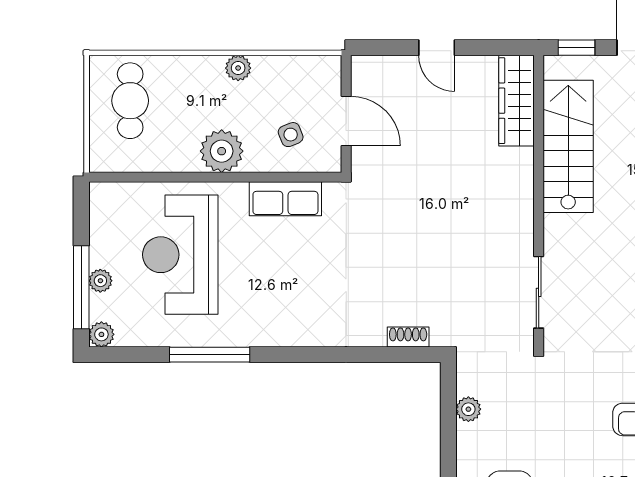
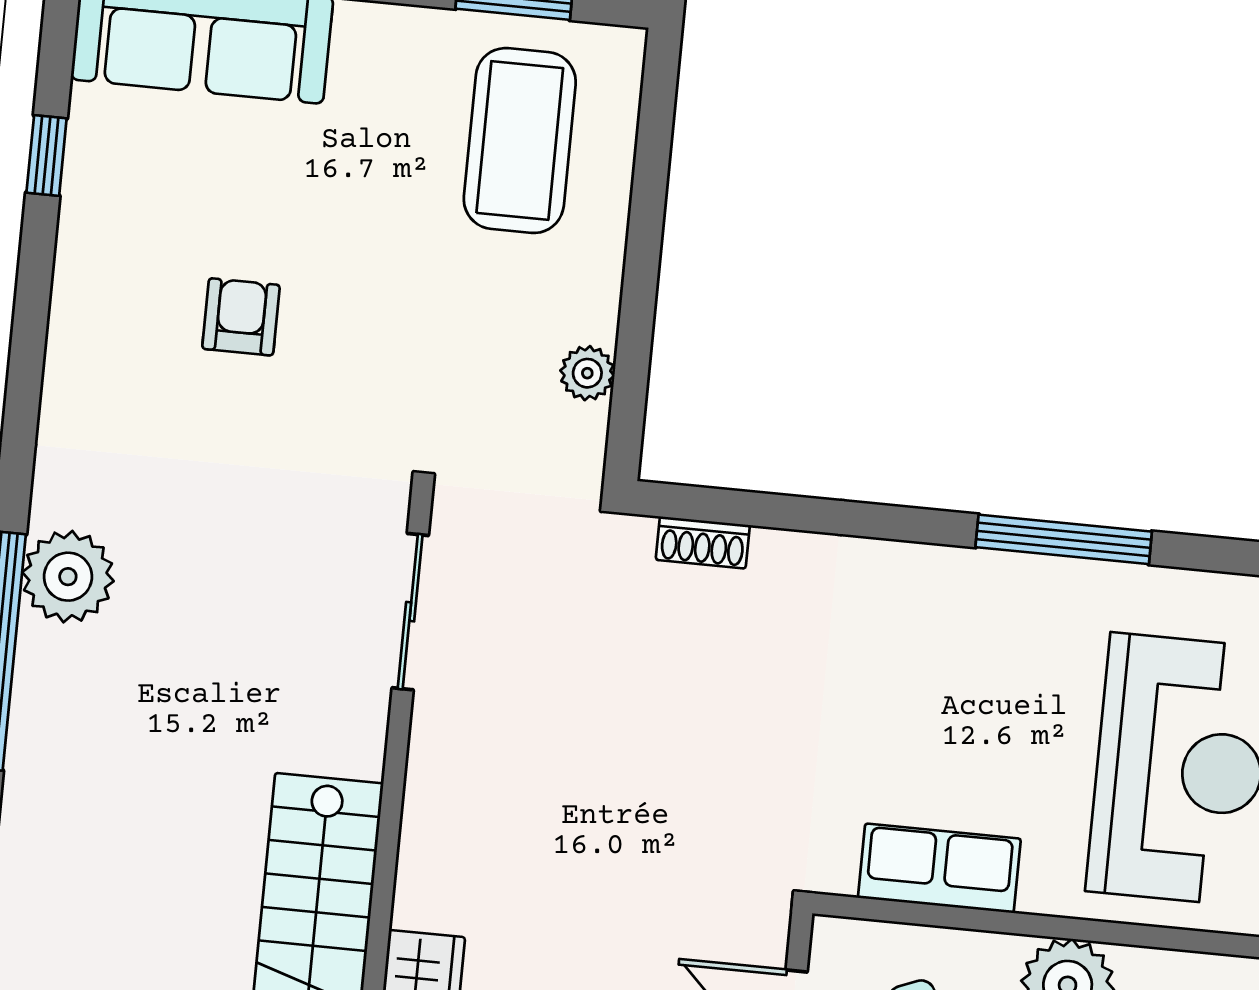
window: (210, 355) -> (1064, 539), moved

